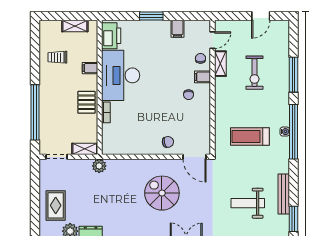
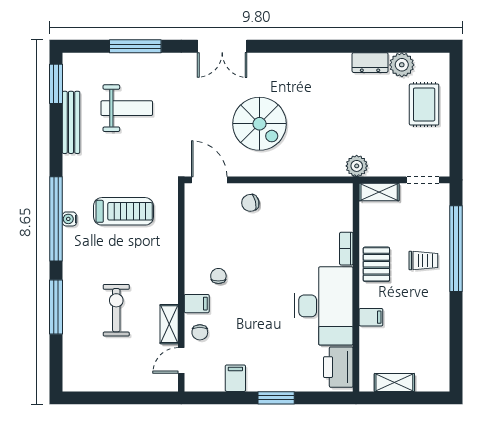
door: (261, 16) -> (107, 398), removed
trolley: (57, 57) -> (423, 261), moved

